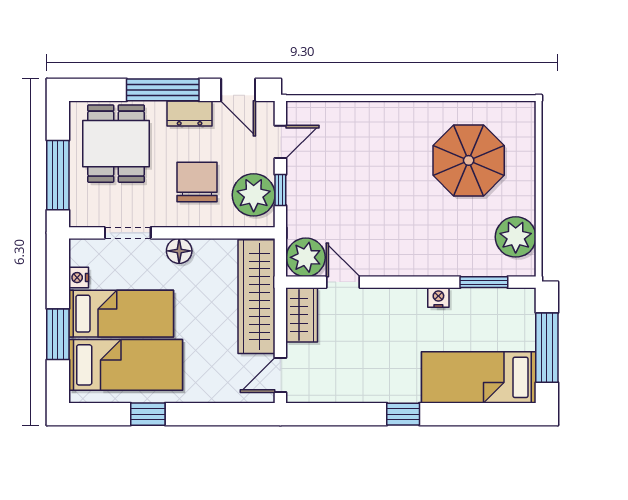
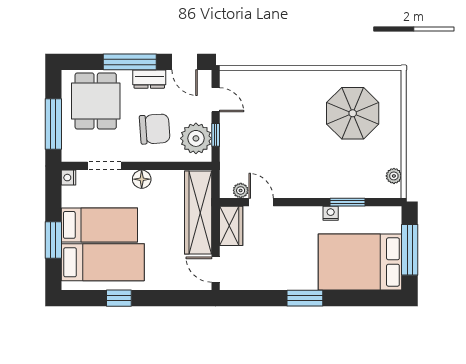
door: (280, 142) -> (216, 100), hinge flipped
chair: (197, 182) -> (155, 129), turned 86
plant: (516, 237) -> (394, 176), width x0.53, depth x0.53
plant: (306, 257) -> (241, 190), width x0.53, depth x0.53
nightstand: (79, 278) -> (68, 178), moved
window: (484, 282) -> (348, 202), moved
door: (280, 375) -> (216, 270), hinge flipped
bed: (479, 377) -> (360, 262), width x1.50
window: (403, 414) -> (305, 298), width x1.50

